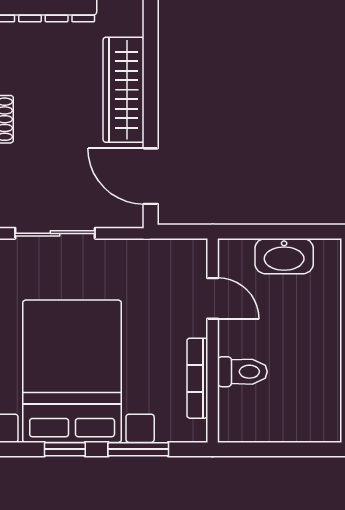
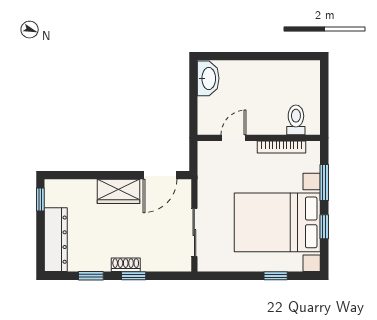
wardrobe: (124, 90) -> (119, 191), width x0.67
washbasin: (284, 256) -> (208, 78), moved
toilet: (242, 372) -> (296, 120), moved

